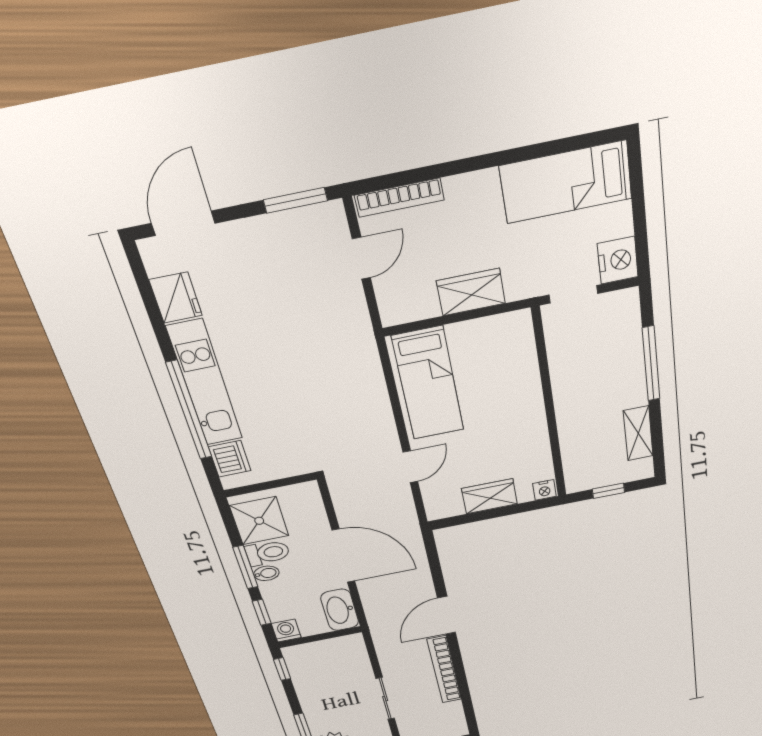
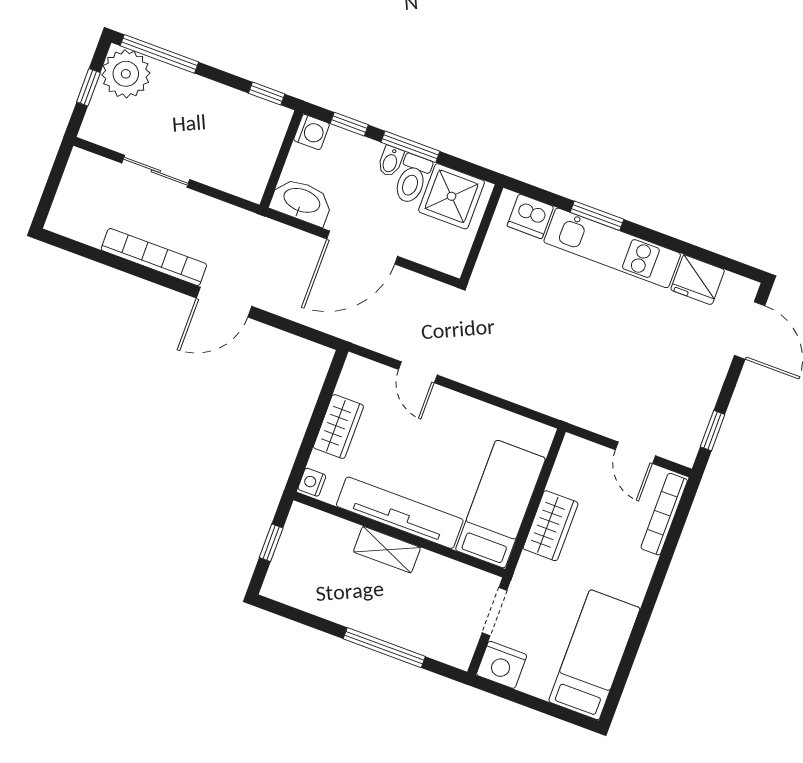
window: (295, 200) -> (713, 431), width x0.67
bed: (428, 384) -> (500, 504), moved, turned 90
window: (189, 411) -> (597, 216), width x0.47
tv unit: (531, 416) -> (400, 513), added
shelving: (638, 433) -> (387, 550), moved
door: (447, 615) -> (224, 302), swing flipped

